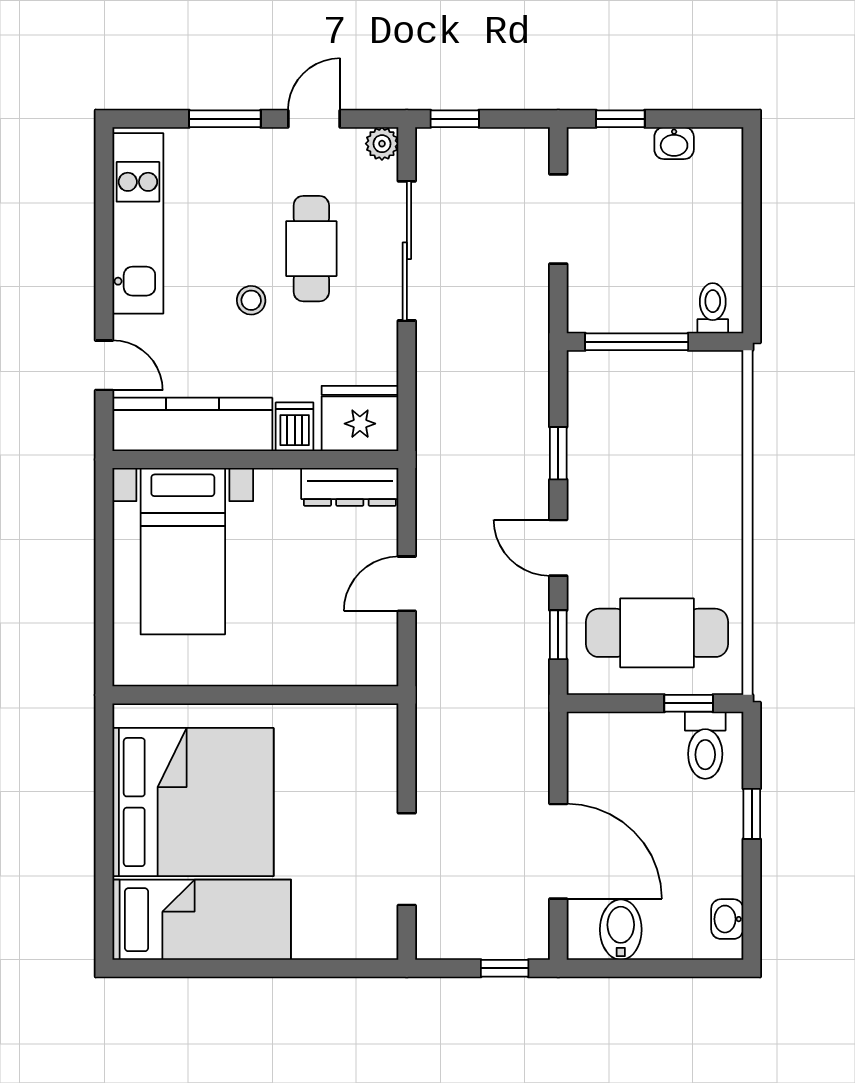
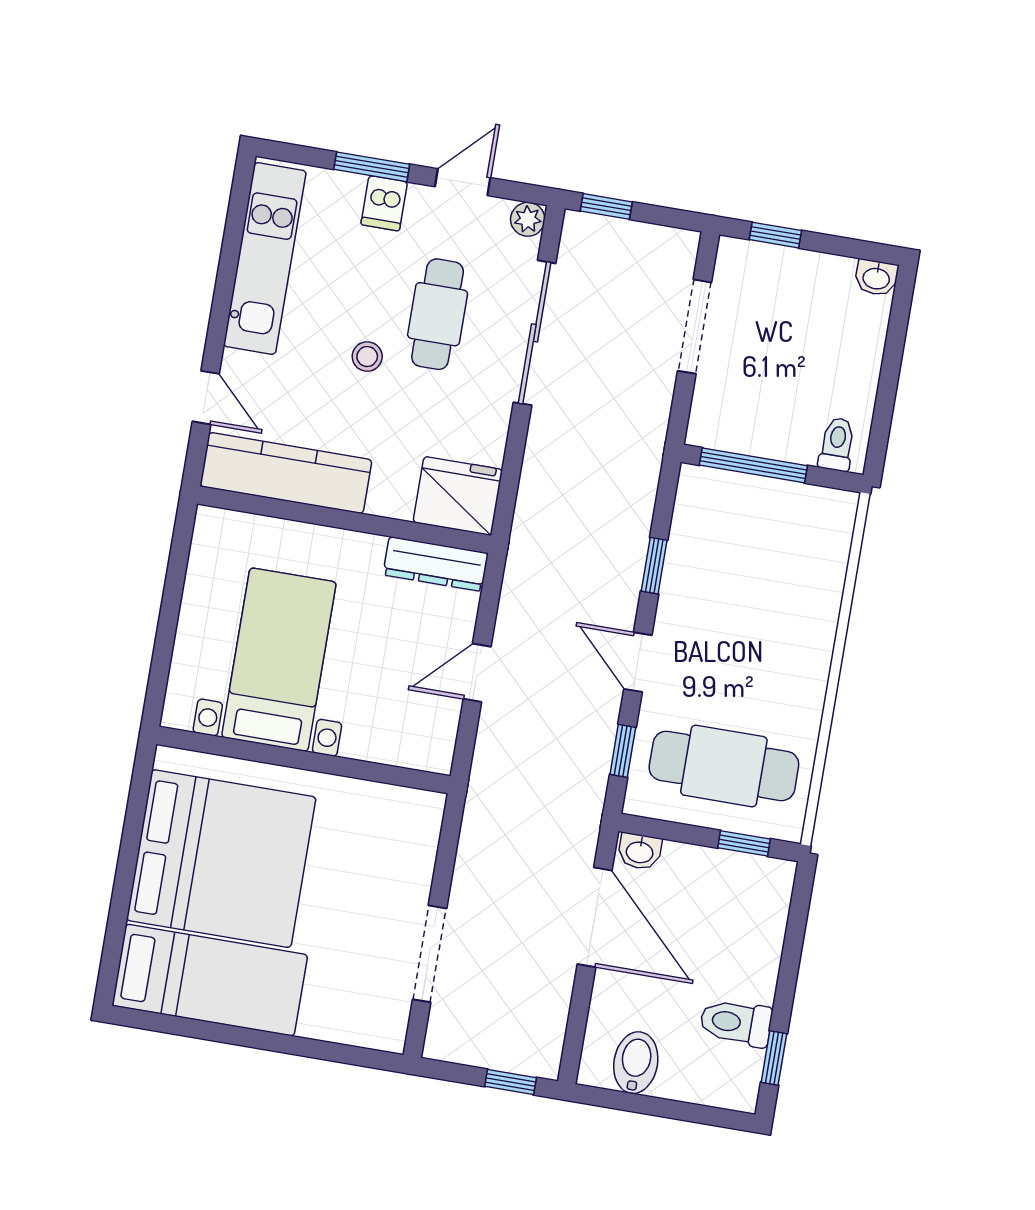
washbasin: (674, 143) -> (876, 278), moved
dishwasher: (295, 427) -> (384, 203), moved, turned 180
bed with nightstands: (183, 551) -> (279, 660), moved, turned 180
toilet: (705, 745) -> (736, 1023), moved, turned 90
window: (752, 814) -> (774, 1058), moved
door: (558, 851) -> (595, 917), moved
washbasin: (727, 919) -> (640, 851), moved, turned -90

